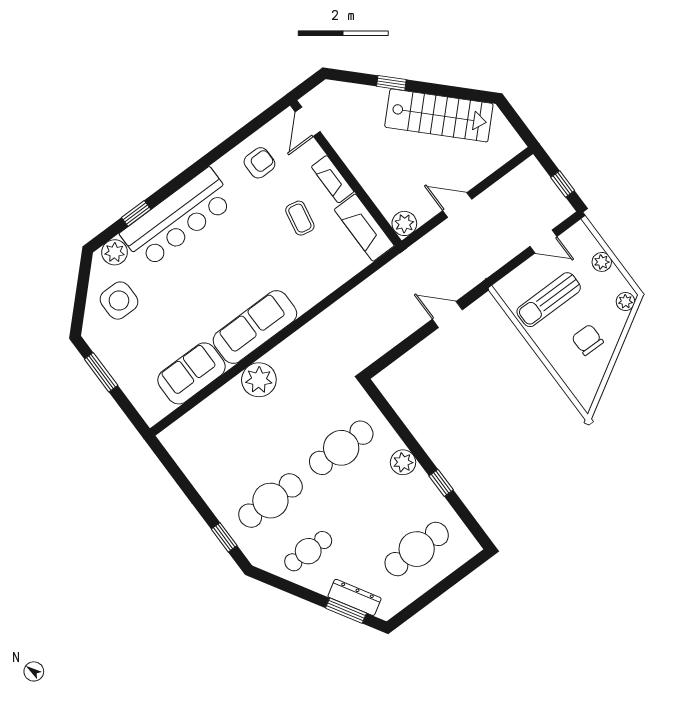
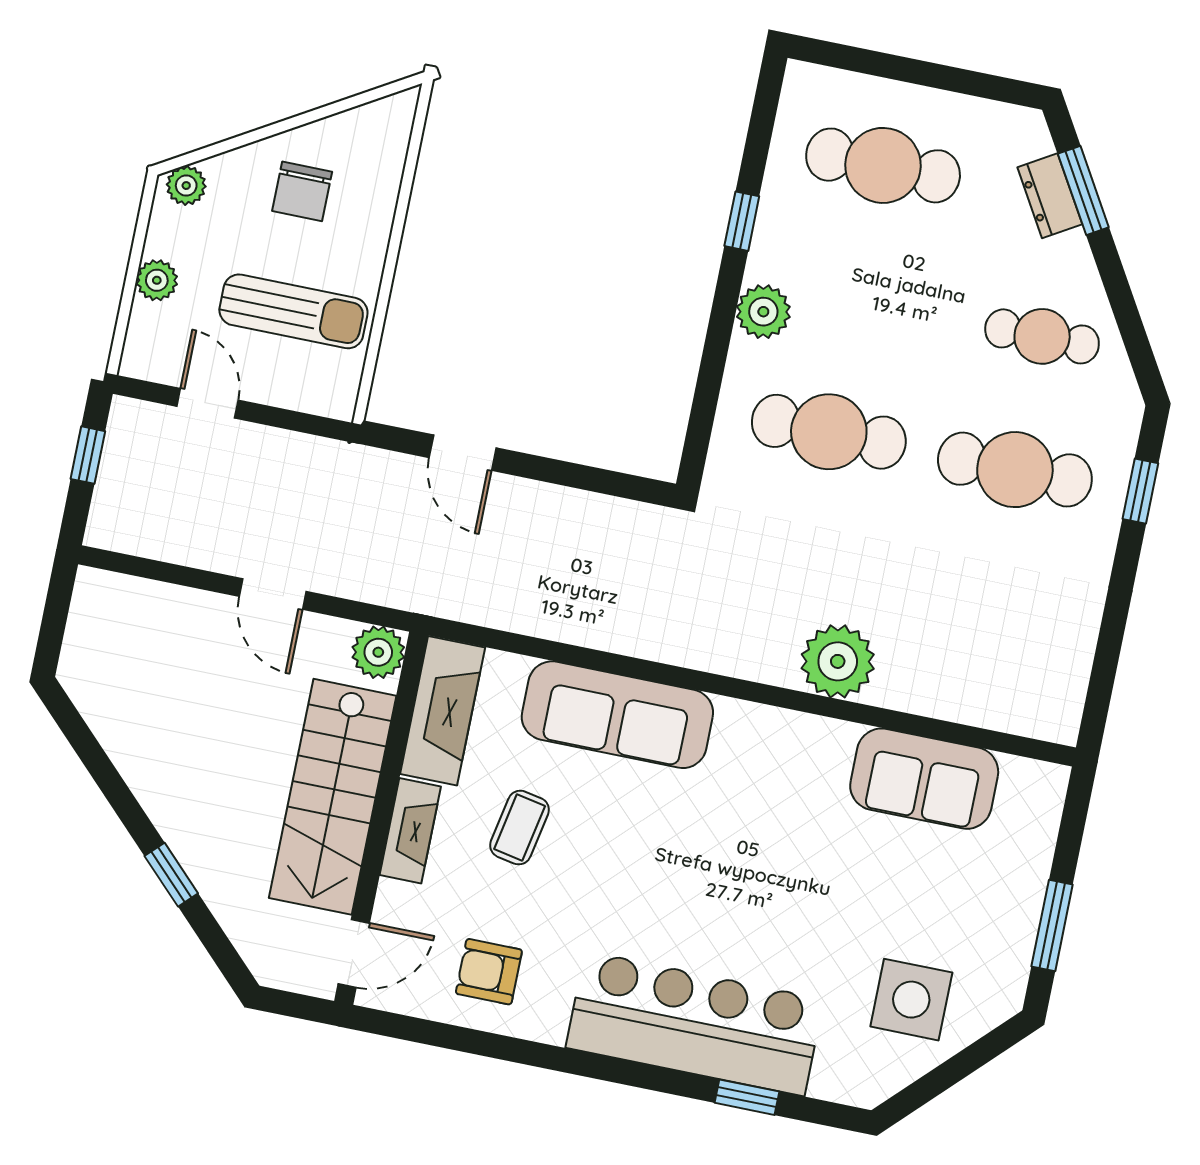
stairs: (439, 115) -> (333, 797), moved, turned -135
plant: (115, 252) -> (840, 1076), removed
sofa: (255, 327) -> (617, 715), moved
dresser: (354, 597) -> (1050, 196), width x0.70

